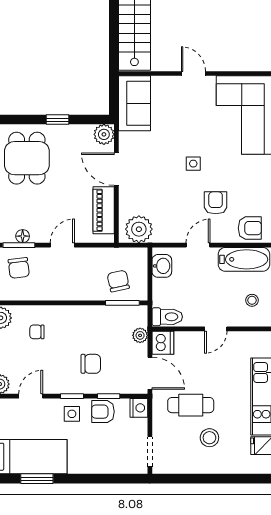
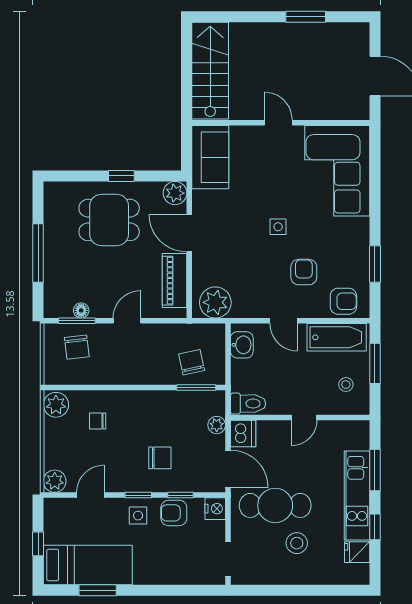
dining table: (27, 158) -> (109, 220), moved, turned 90
door: (198, 245) -> (284, 321), swing flipped
cafe table: (191, 405) -> (275, 505), width x1.37, depth x1.35

